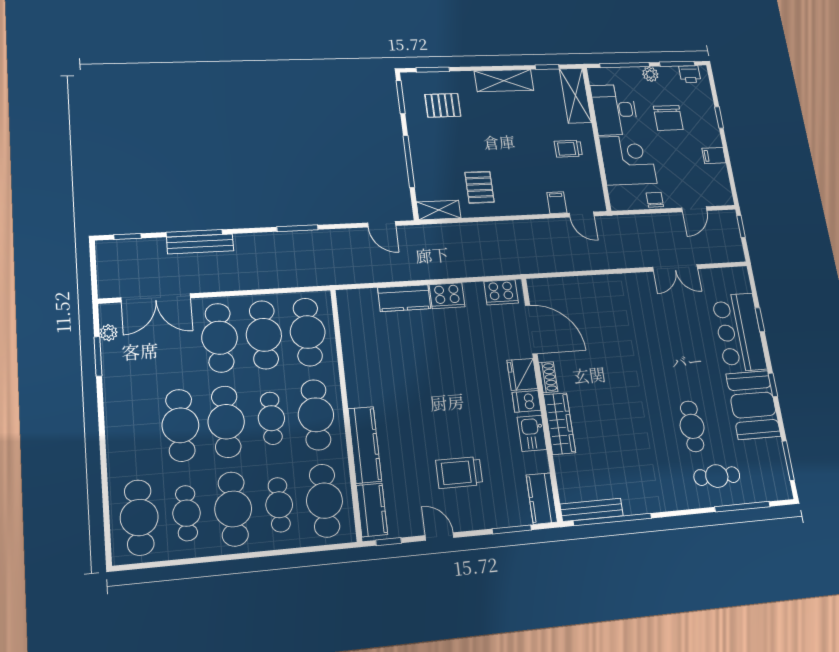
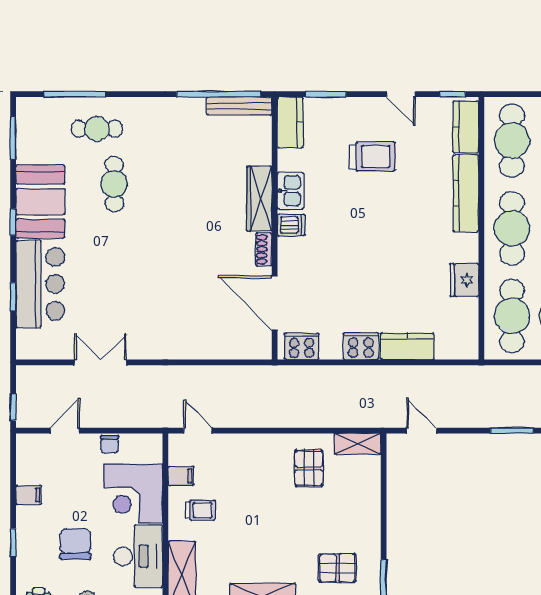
window: (409, 161) -> (384, 502), removed
filing cabinet: (557, 203) -> (181, 476), moved, turned -90
fridge: (522, 374) -> (464, 280), moved, turned 180

